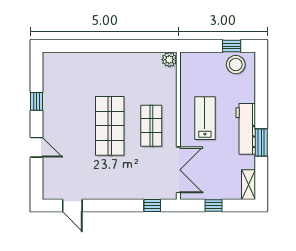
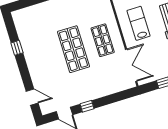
door: (37, 147) -> (32, 97), moved
window: (152, 206) -> (87, 106), moved

